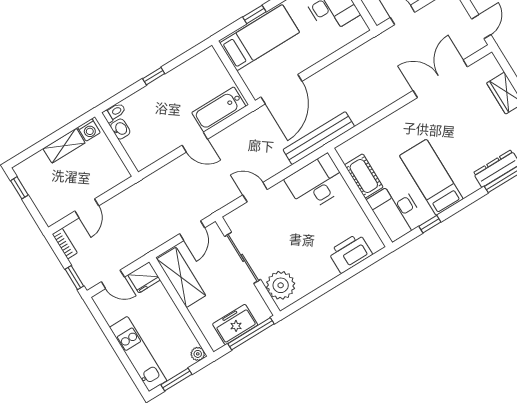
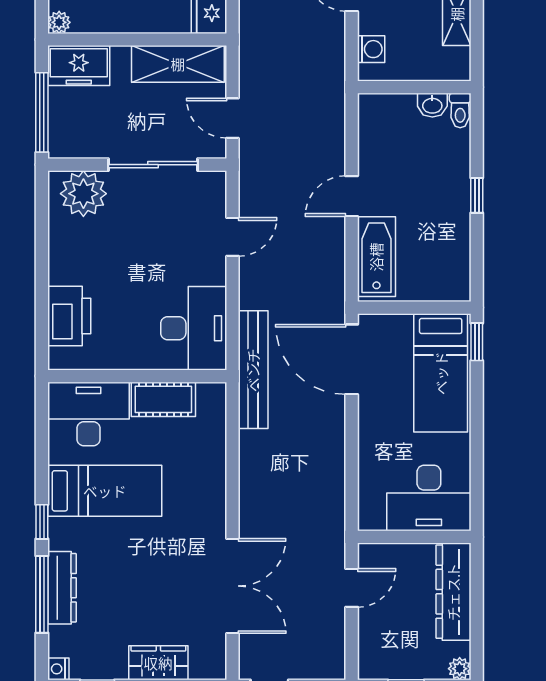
window: (254, 14) -> (477, 342), moved
washing machine: (89, 130) -> (371, 49), moved, turned 180
window: (430, 224) -> (42, 522), moved
freezer: (235, 324) -> (79, 66), moved, turned 90

